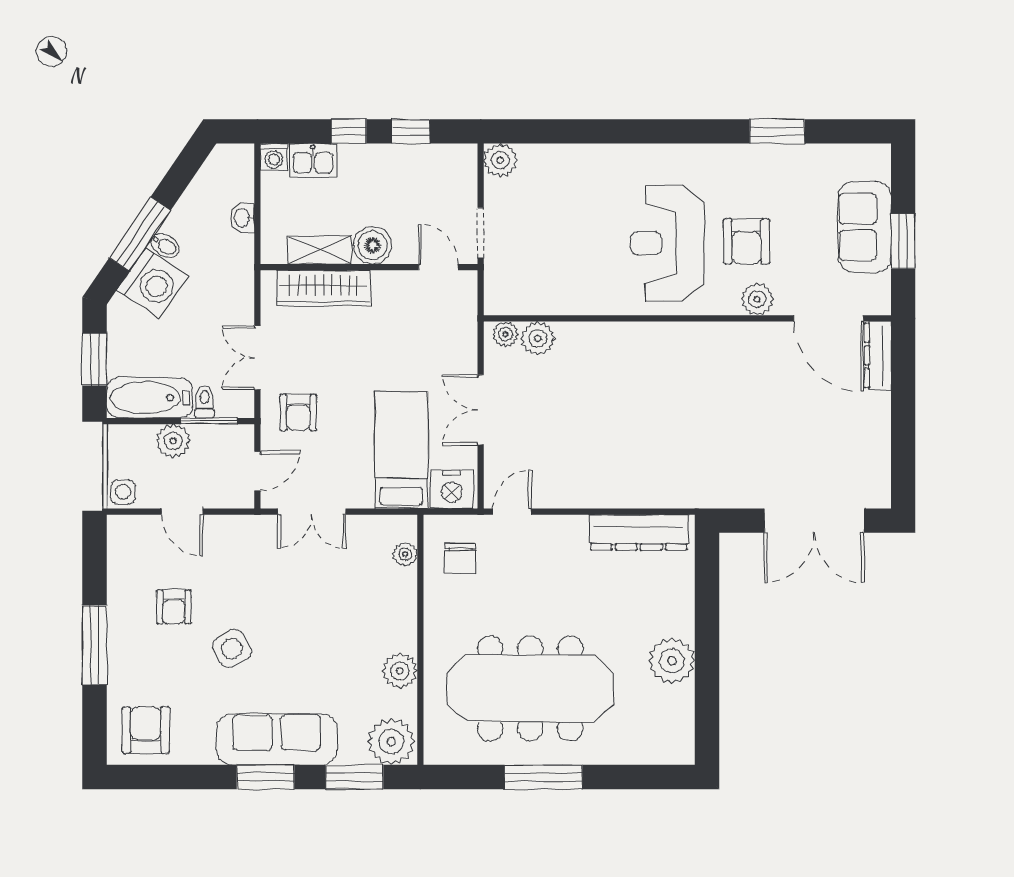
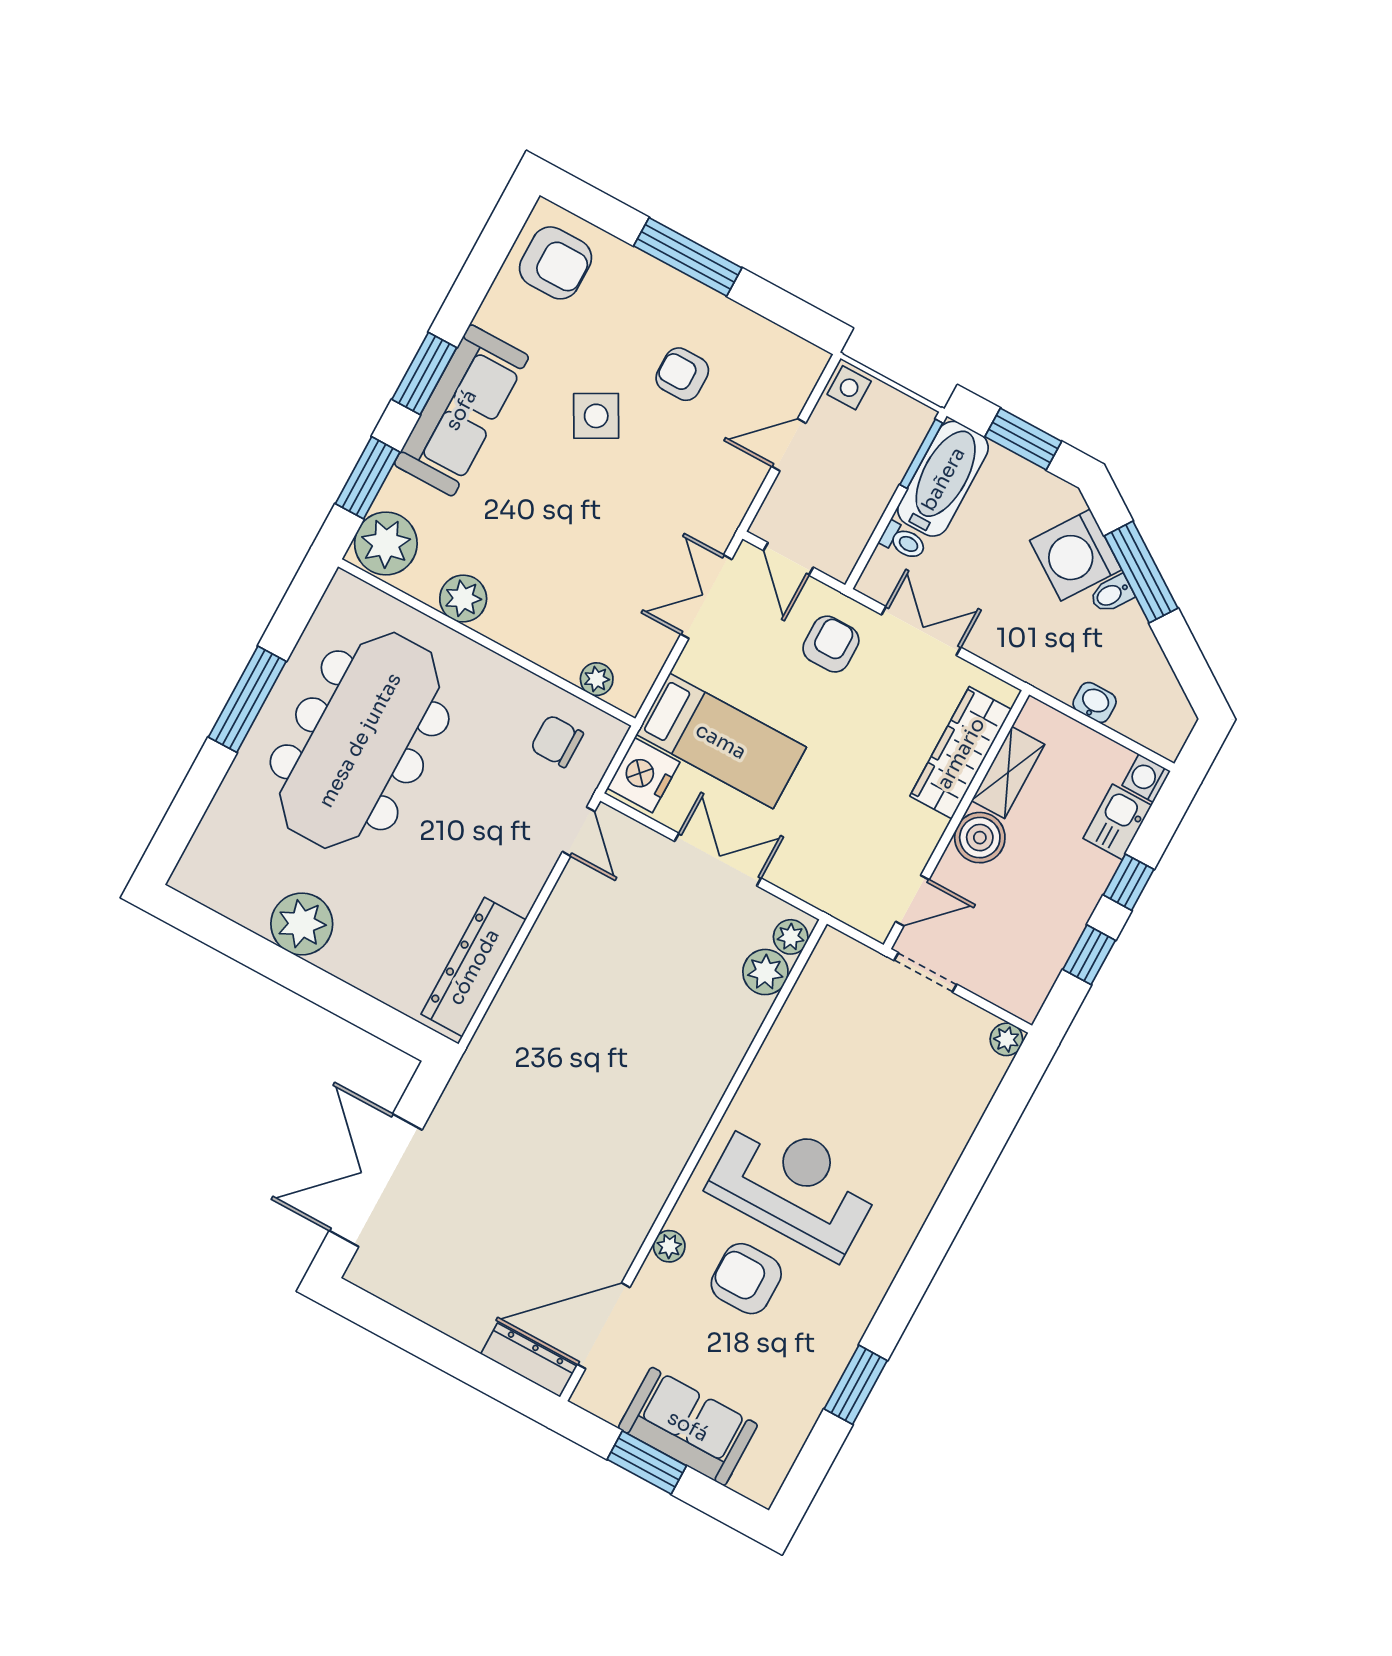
plant: (500, 160) -> (1006, 1039), width x0.73, depth x0.73
plant: (757, 299) -> (669, 1246), width x0.73, depth x0.73
armchair: (298, 412) -> (831, 644), turned 90
window: (209, 421) -> (921, 454), moved
plant: (173, 441) -> (877, 479), removed

